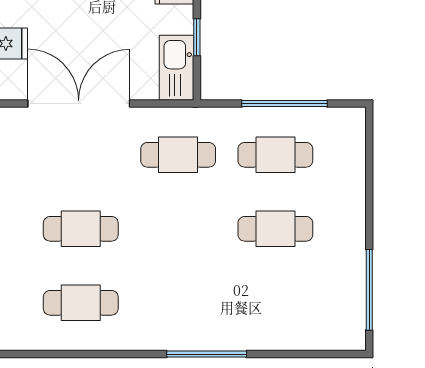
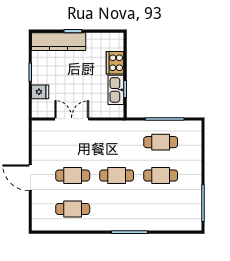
kitchen sink: (177, 68) -> (116, 90), moved
double door: (79, 104) -> (72, 119), width x0.73
cafe table: (178, 155) -> (117, 176), moved

